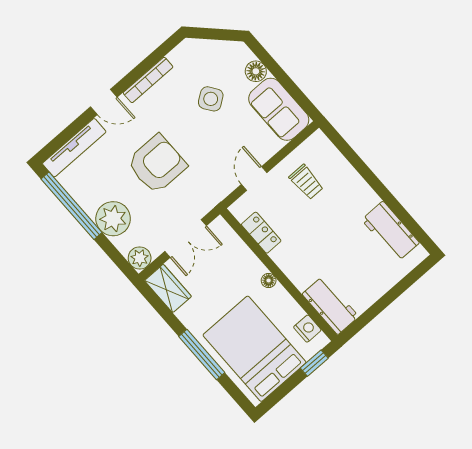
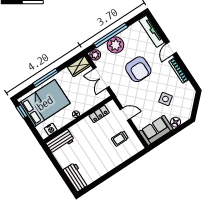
window: (72, 206) -> (111, 35), moved
workbench: (390, 231) -> (76, 177), moved, turned 90
window: (314, 363) -> (22, 112), moved

